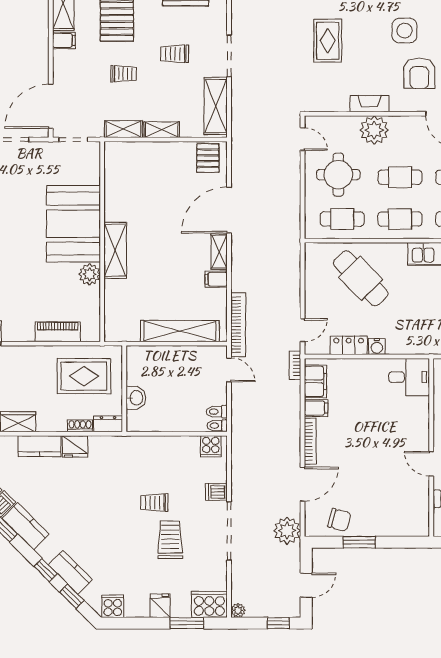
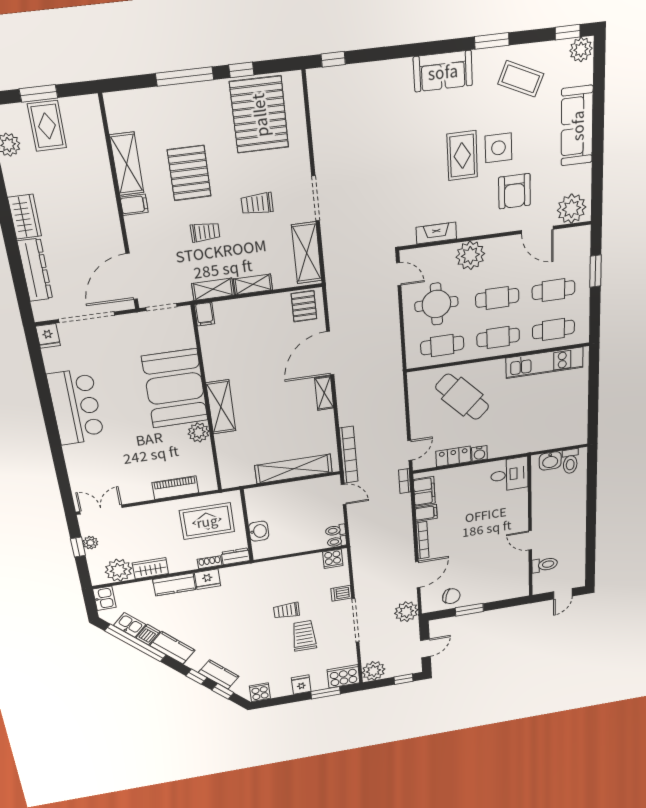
rug: (328, 41) -> (462, 156), moved
fireplace: (369, 104) -> (436, 233), moved
filing cabinet: (216, 279) -> (204, 314), moved, turned -90
plant: (238, 610) -> (374, 671), width x1.87, depth x1.87

